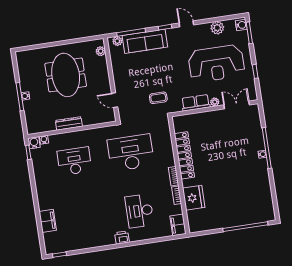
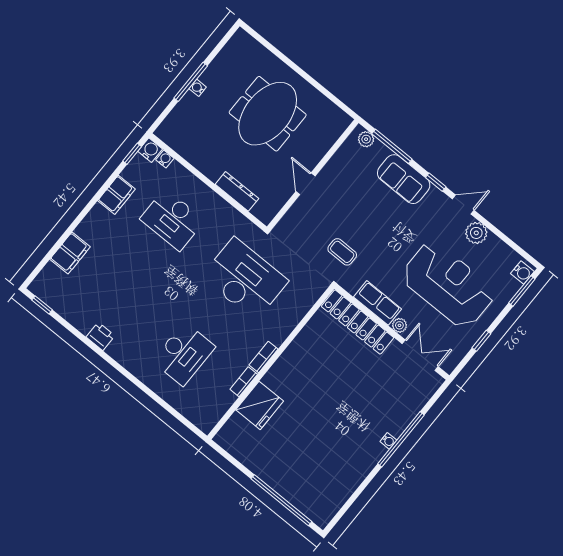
door: (186, 24) -> (463, 205), hinge flipped
plant: (217, 28) -> (476, 233), moved
sofa: (145, 41) -> (404, 179), width x0.73
plant: (101, 51) -> (335, 130), removed
reception desk: (216, 64) -> (448, 285), turned 180
door: (115, 100) -> (305, 184), moved
dresser: (69, 123) -> (237, 191), moved
locker: (184, 155) -> (358, 322), moved, turned 90
desk: (74, 161) -> (172, 220), turned 180
desk: (139, 211) -> (184, 354), turned 180
filing cabinet: (178, 225) -> (116, 195), moved, turned 180
printer: (122, 237) -> (101, 336), moved

